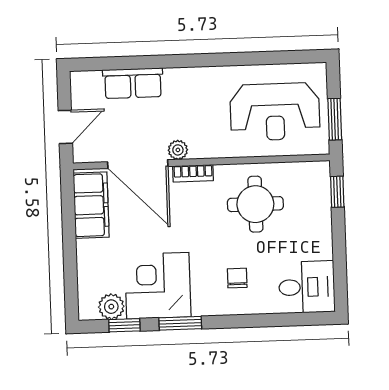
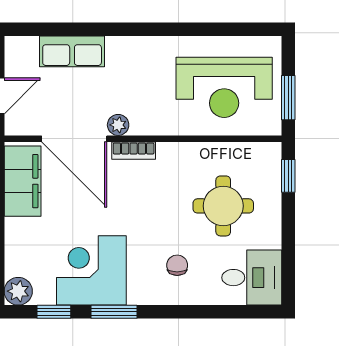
round table: (255, 204) -> (223, 206), moved
plant: (111, 307) -> (18, 291), moved

